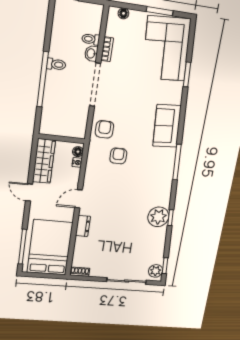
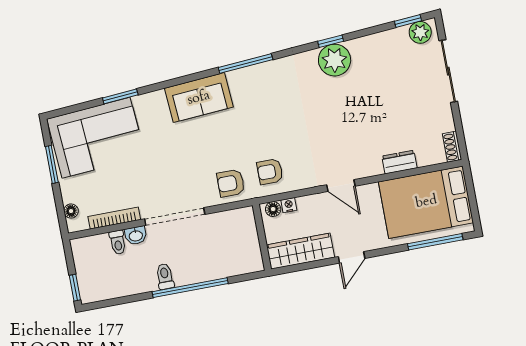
bookcase: (107, 49) -> (114, 218), width x1.56
armchair: (118, 156) -> (270, 172), moved
dresser: (83, 226) -> (399, 162), moved

